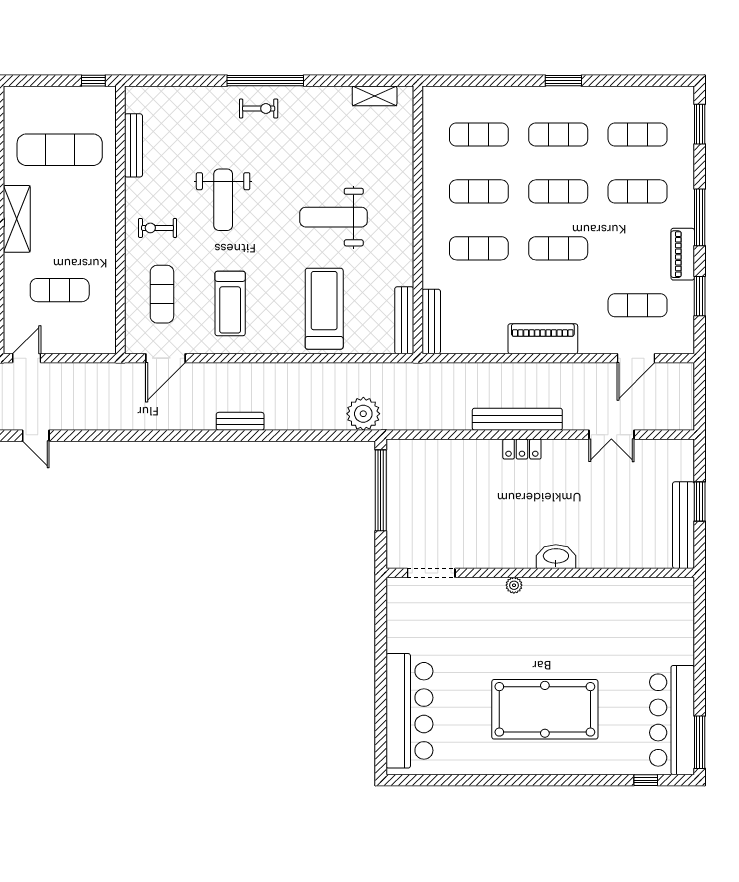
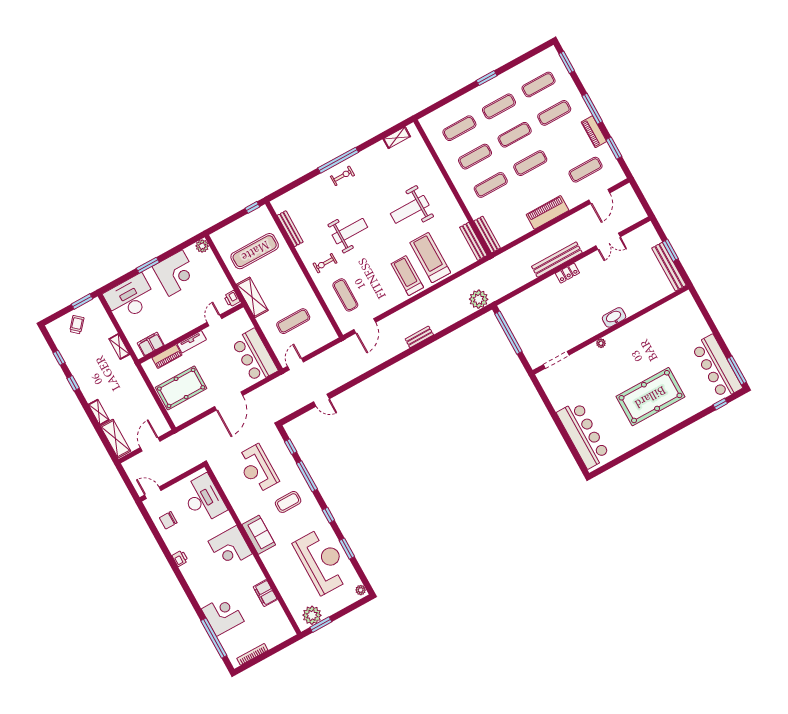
weight bench: (223, 200) -> (350, 231), turned -90
treadmill: (230, 303) -> (407, 276), moved, turned 180

